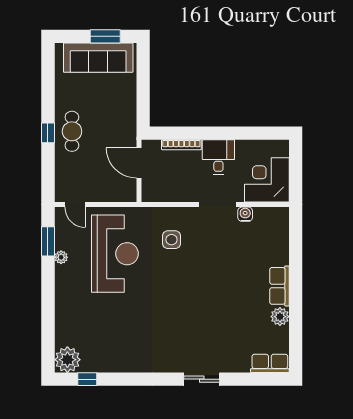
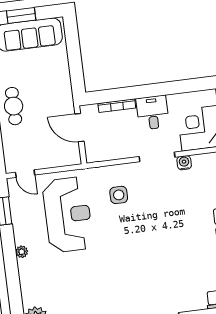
window: (105, 36) -> (21, 15), moved
plant: (61, 257) -> (22, 252), moved

